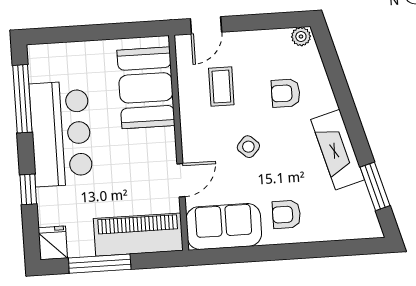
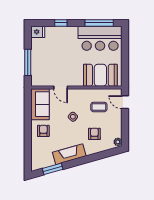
bar counter: (61, 134) -> (100, 38), moved
piano: (138, 235) -> (39, 68), removed
window: (100, 264) -> (28, 62), moved

